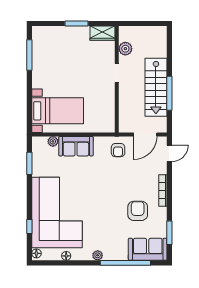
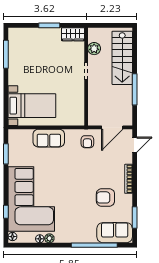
stairs: (156, 87) -> (122, 58), moved
plant: (53, 141) -> (28, 134), removed
armchair: (138, 211) -> (105, 197), turned -90
plant: (98, 255) -> (49, 238), moved

